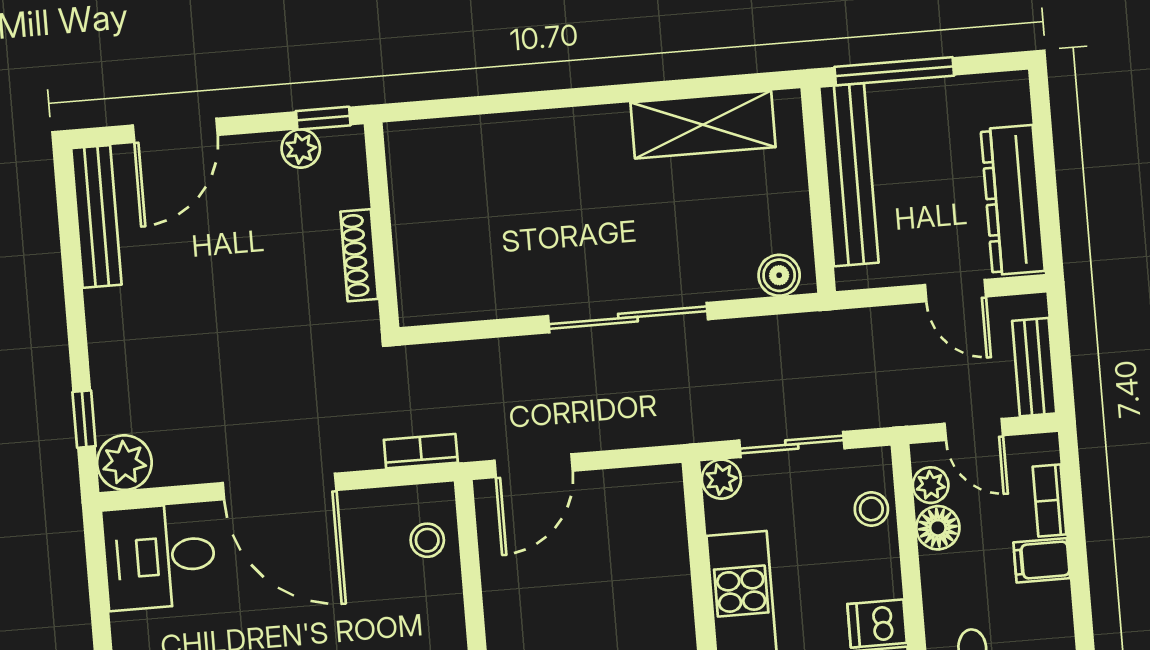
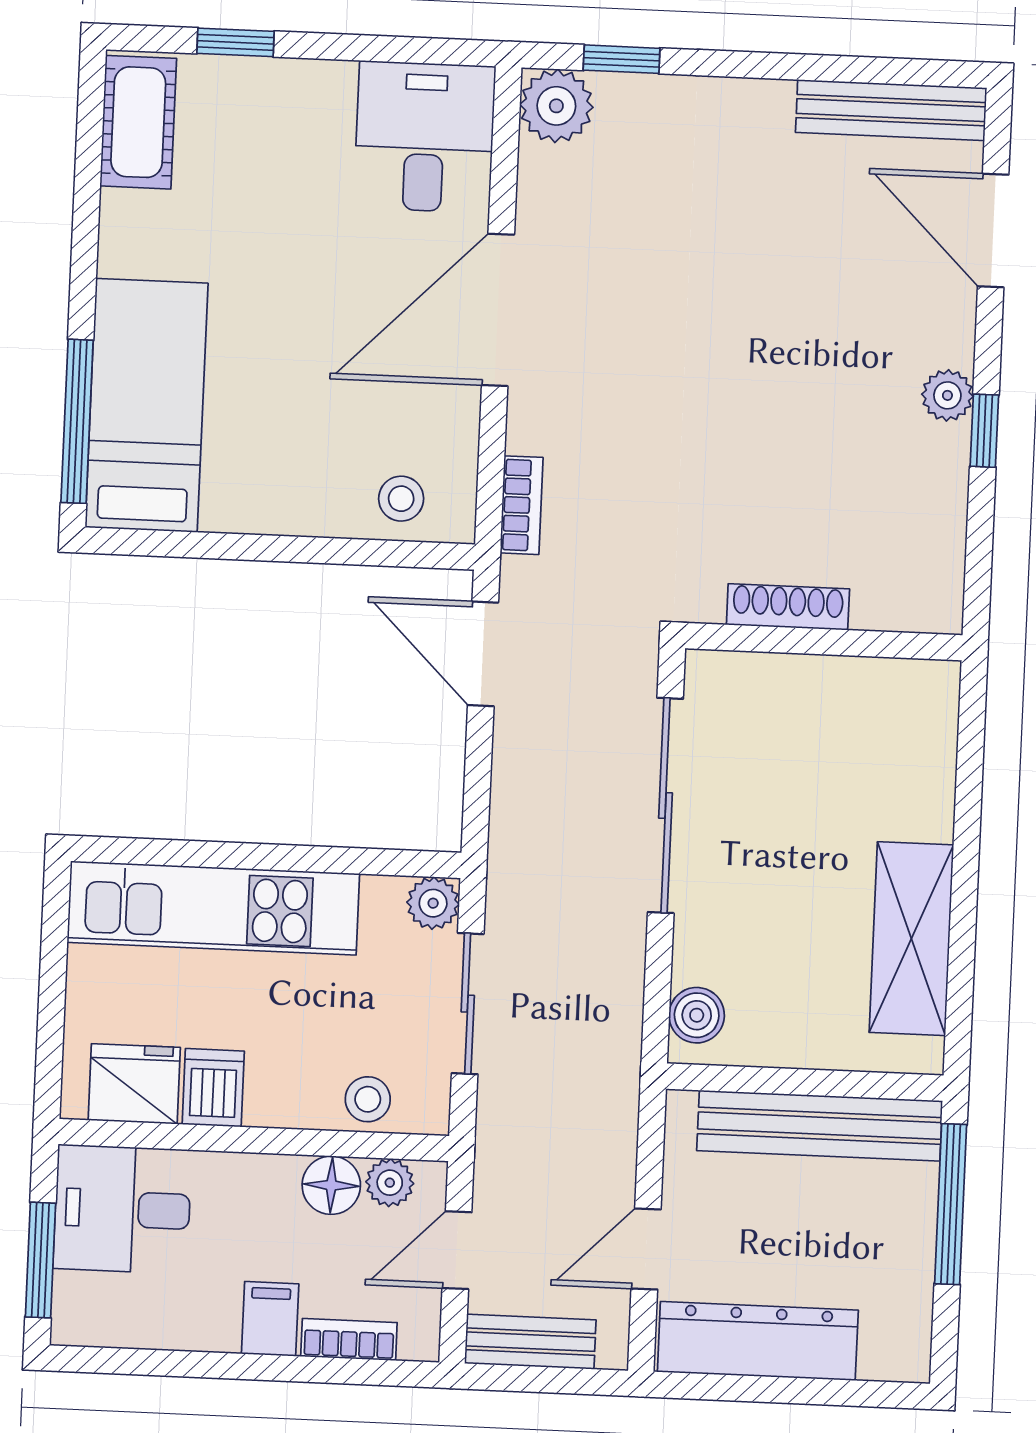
wall: (382, 226) -> (824, 642), moved
shoe rack: (359, 255) -> (788, 607), moved

